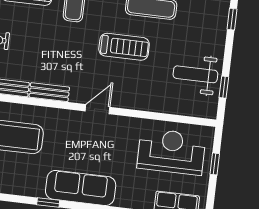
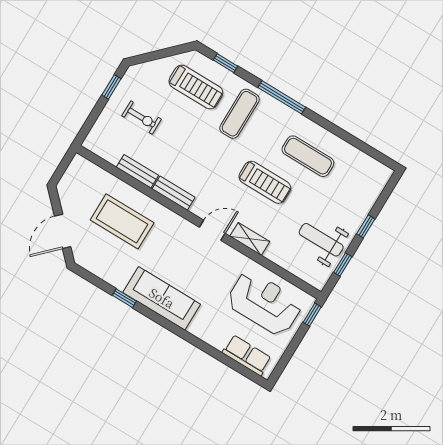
window: (232, 19) -> (366, 226), moved
shelving: (133, 102) -> (250, 239), added
window: (215, 164) -> (312, 315), moved

